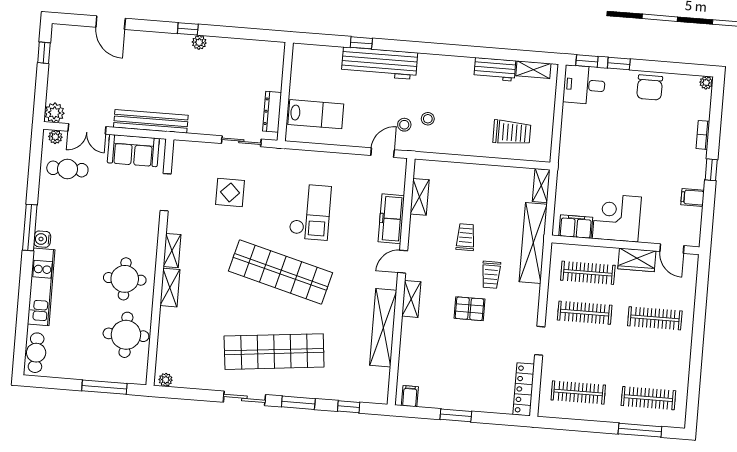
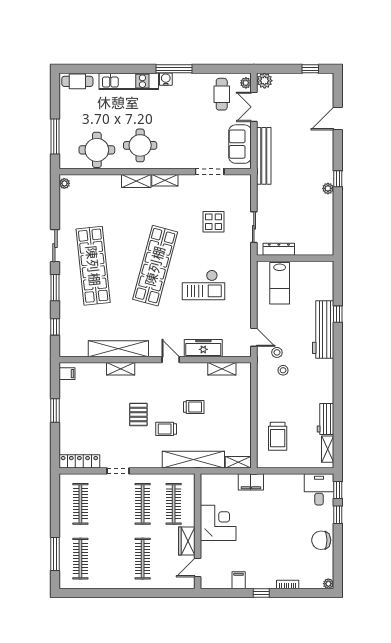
filing cabinet: (576, 227) -> (251, 482), moved, turned 90
shelving: (411, 299) -> (121, 369), moved

